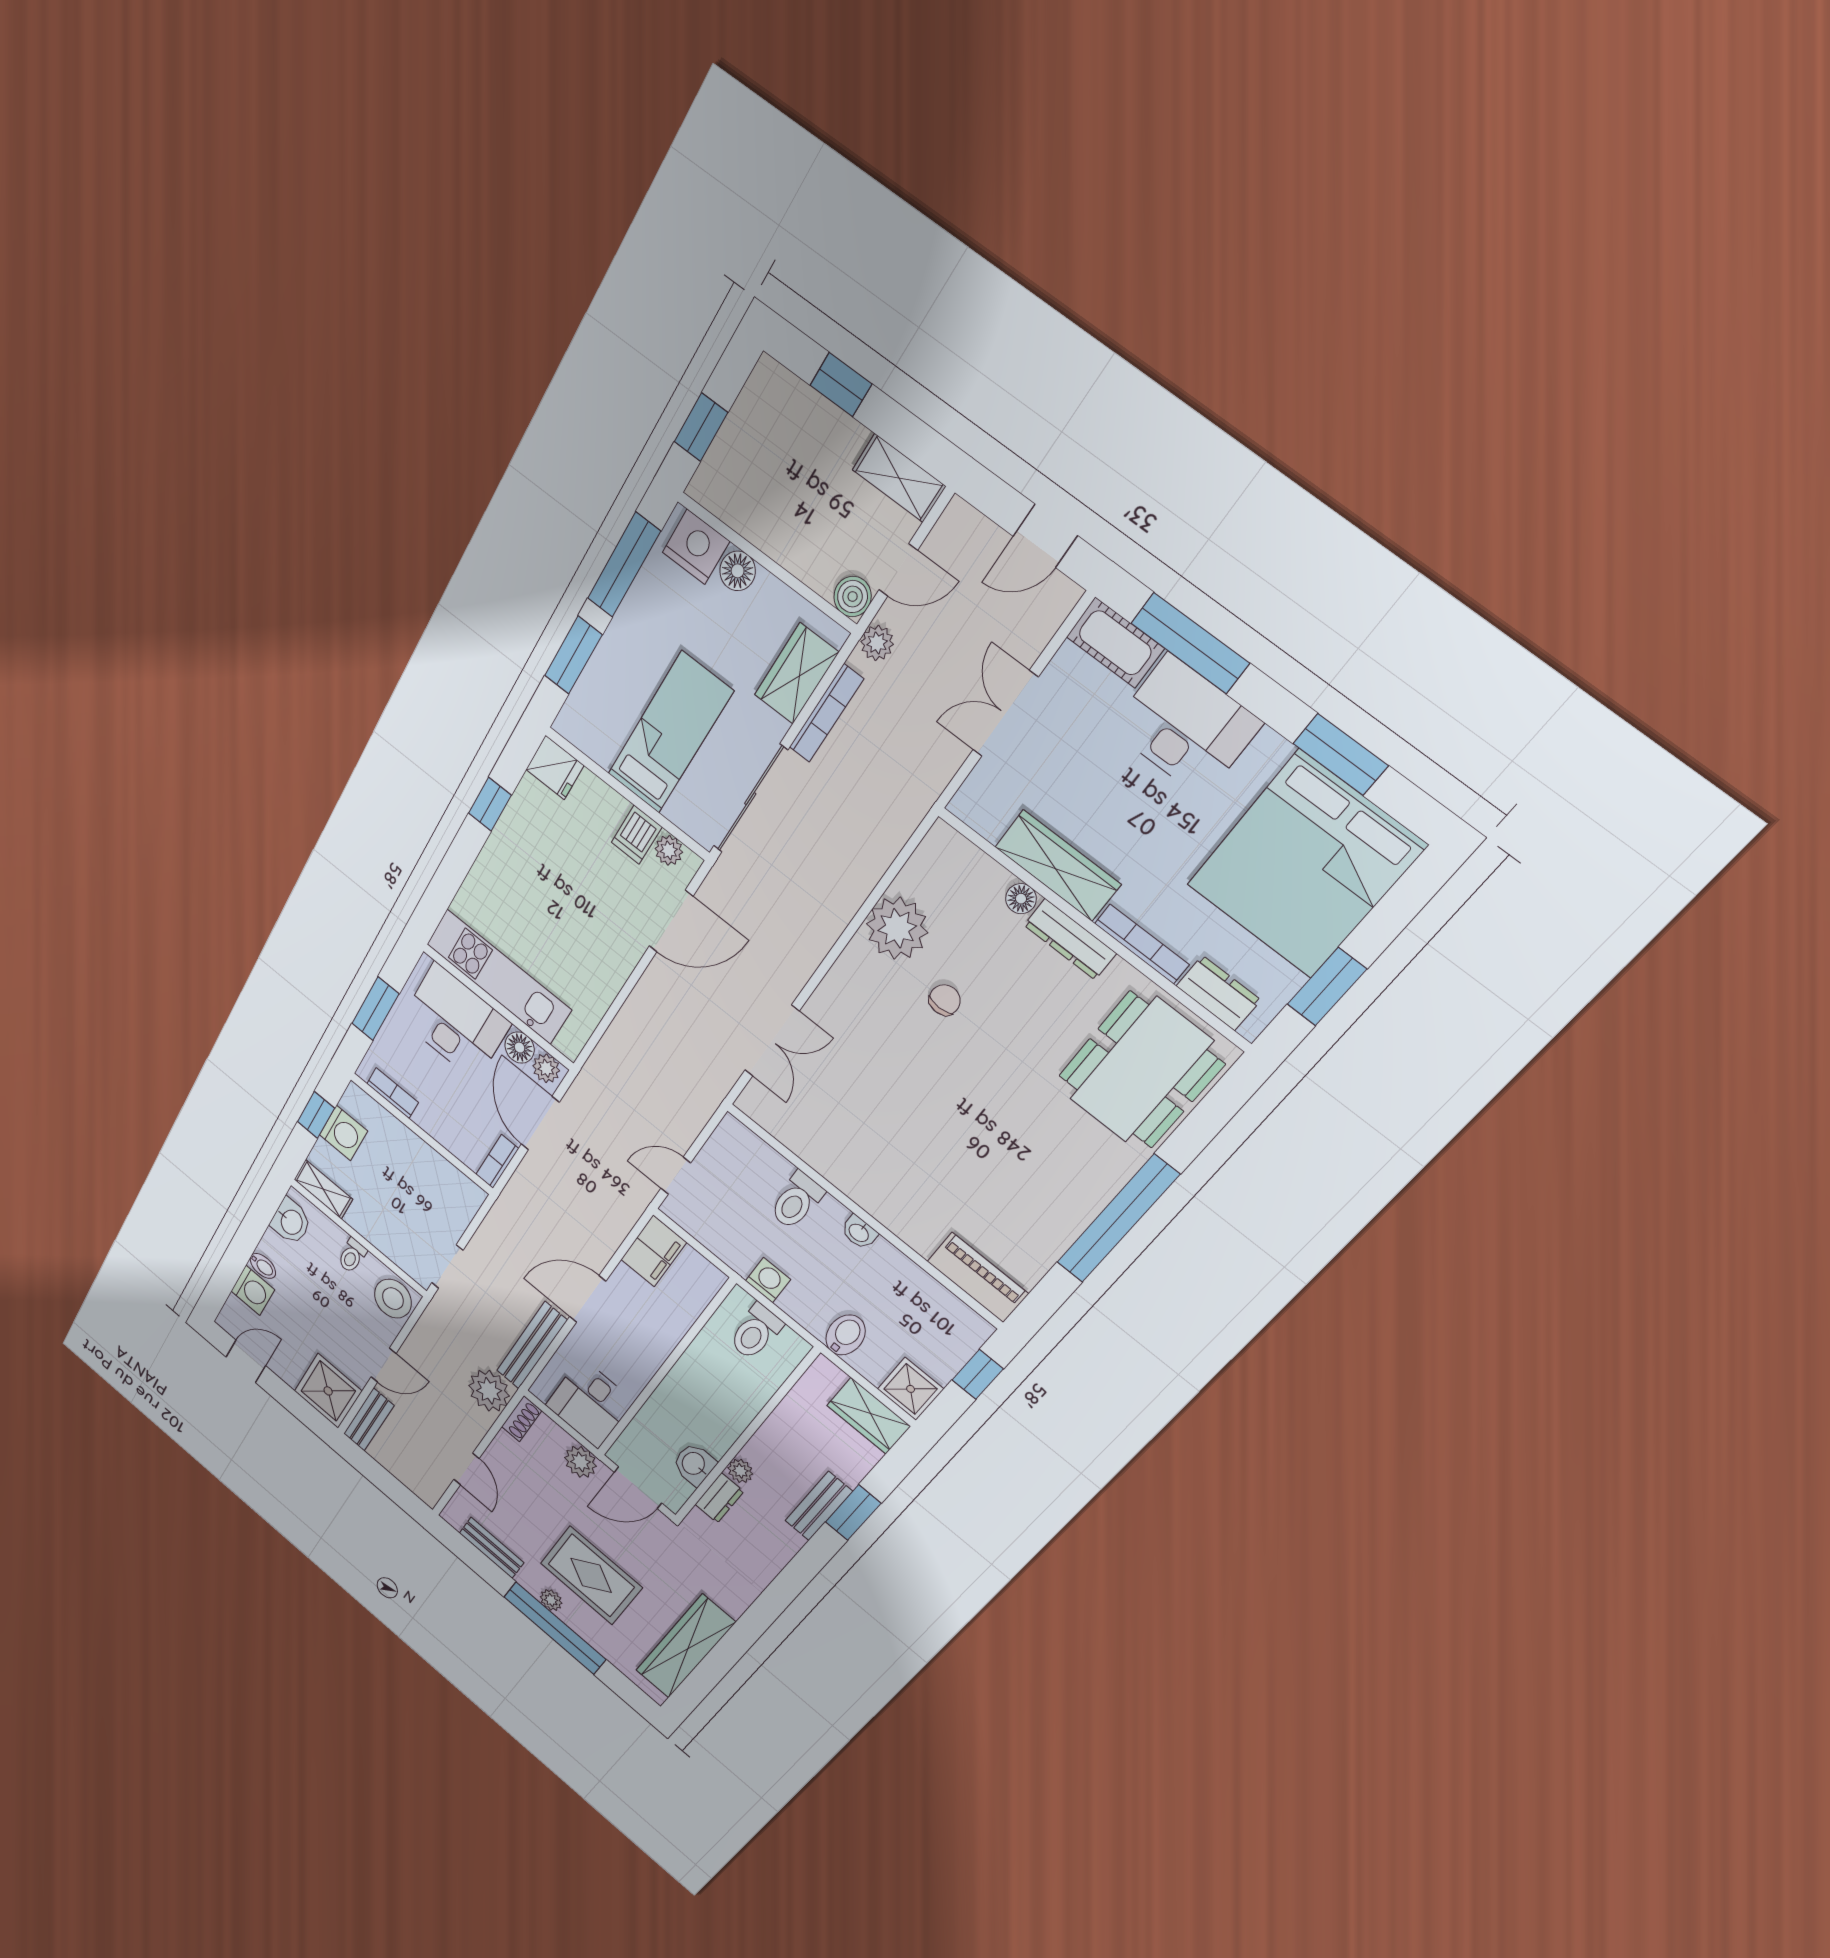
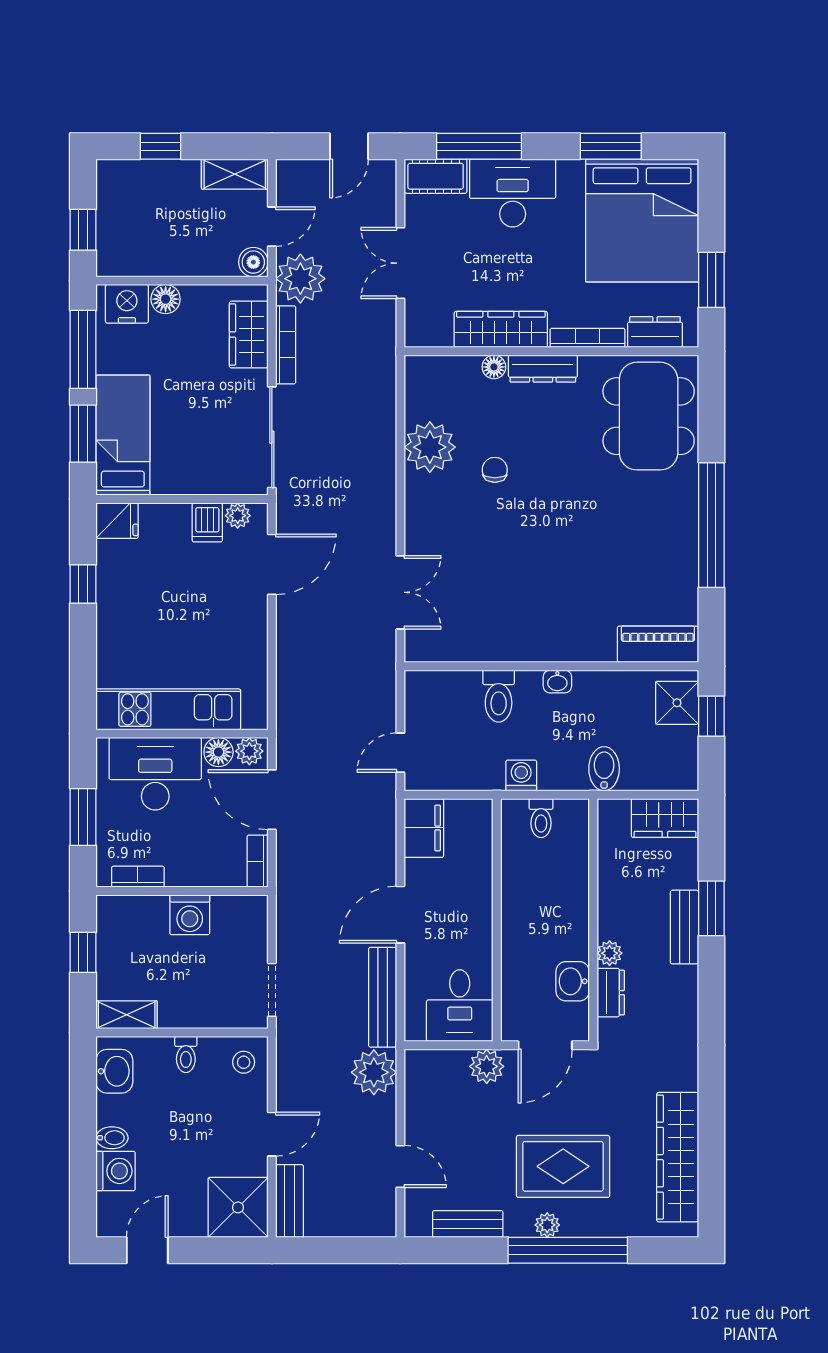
plant: (877, 643) -> (300, 279), width x1.87, depth x1.87
bed: (670, 733) -> (123, 435), moved
washing machine: (343, 1133) -> (190, 915), moved, turned 90
stool: (393, 1299) -> (244, 1062), width x0.53, depth x0.53
toilet: (756, 1332) -> (541, 818), width x0.73, depth x0.72
shower: (911, 1389) -> (677, 703), moved
shoe rack: (522, 1419) -> (416, 1073), removed

